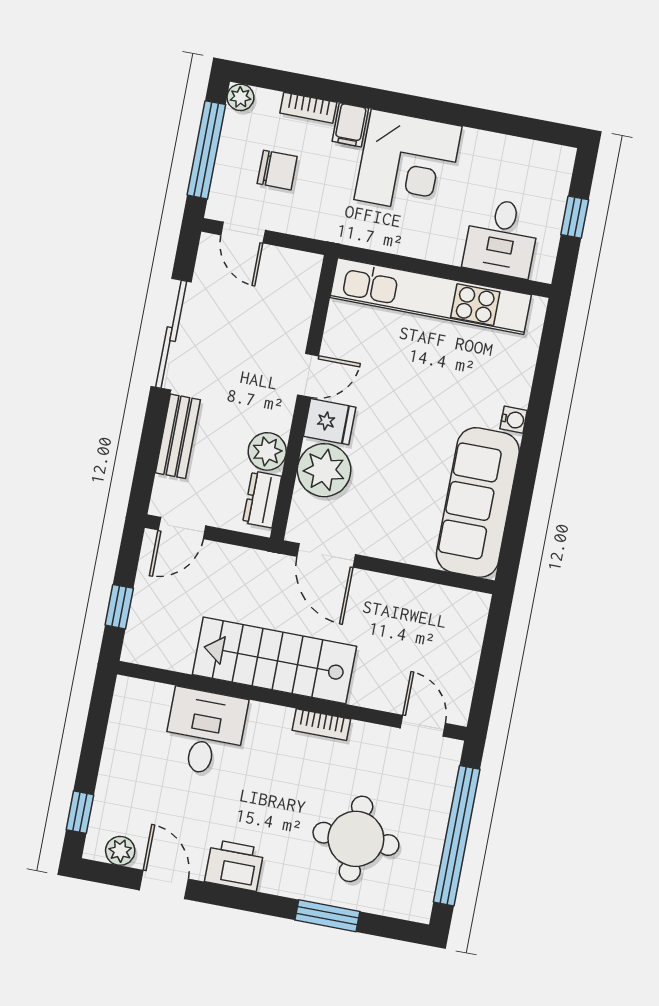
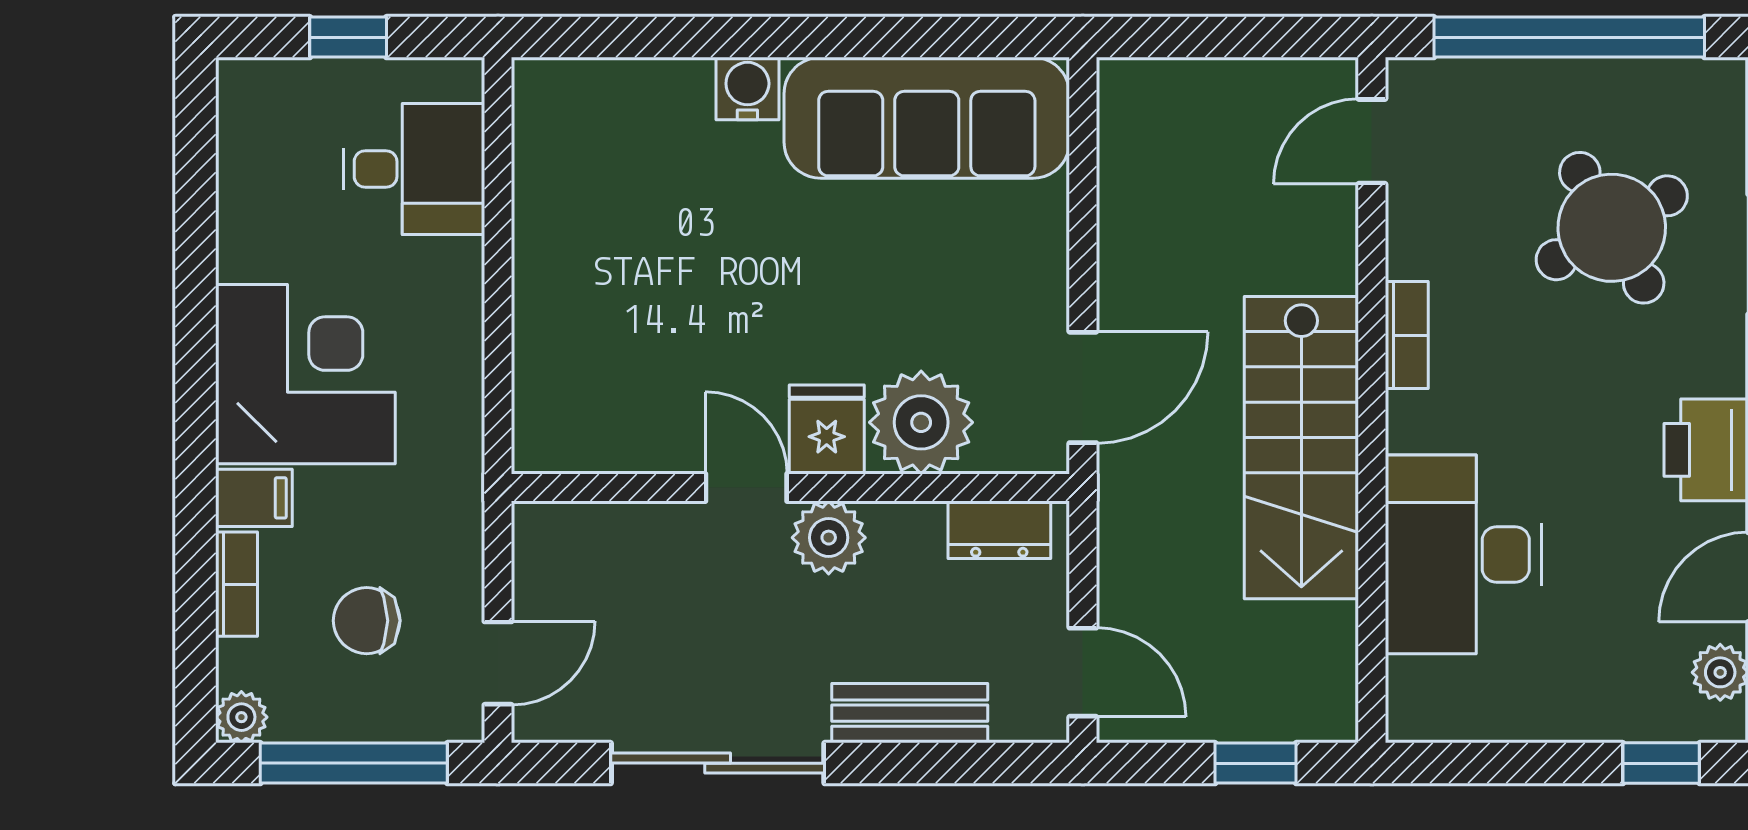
chair: (277, 170) -> (367, 621), turned -90
kitchen unit: (431, 296) -> (551, 283), removed
water cooler: (514, 420) -> (747, 89), width x1.38, depth x1.38
plant: (267, 451) -> (829, 538), moved
desk: (205, 732) -> (1464, 554), width x1.37
round table: (356, 839) -> (1612, 228), turned -30

